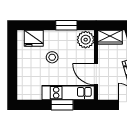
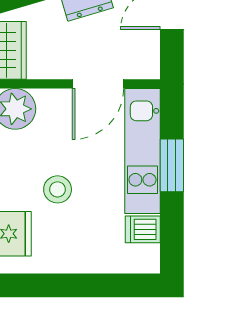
dishwasher: (35, 93) -> (143, 229), added

